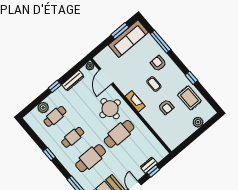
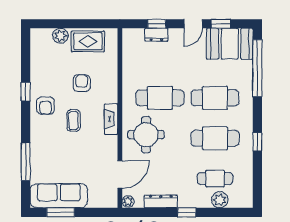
armchair: (158, 63) -> (46, 106), moved
rug: (189, 98) -> (88, 41), moved, turned 90
cafe table: (73, 137) -> (215, 138), width x1.37, depth x1.35

